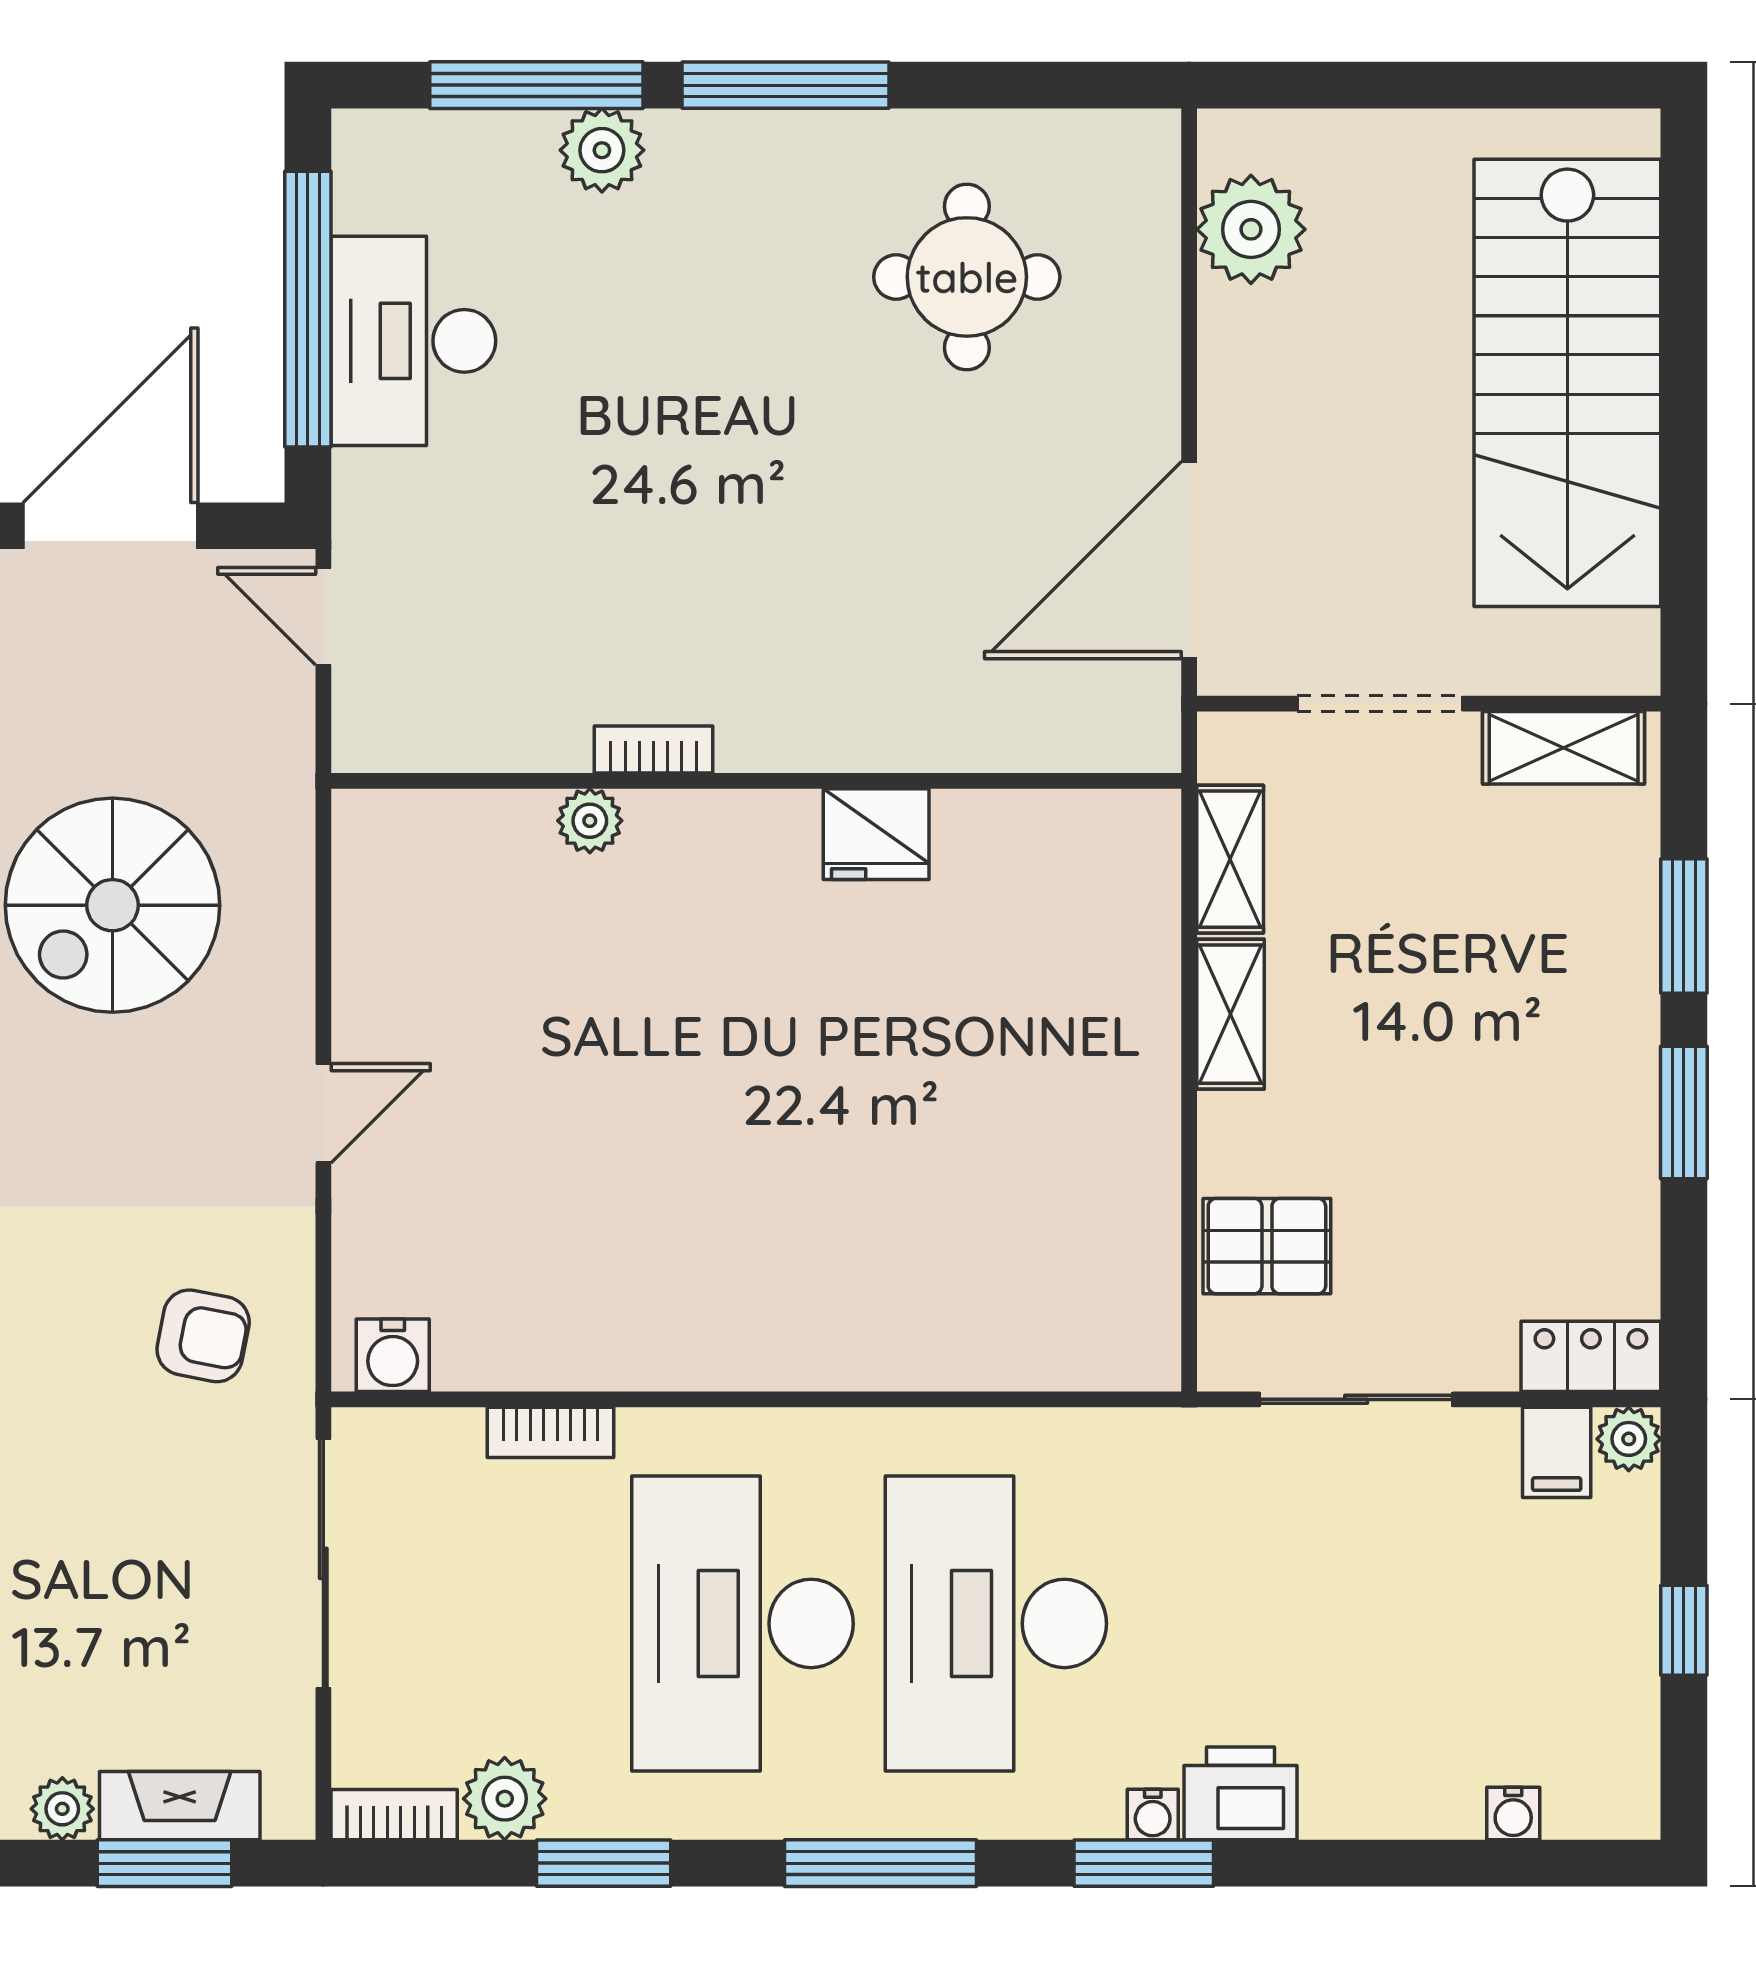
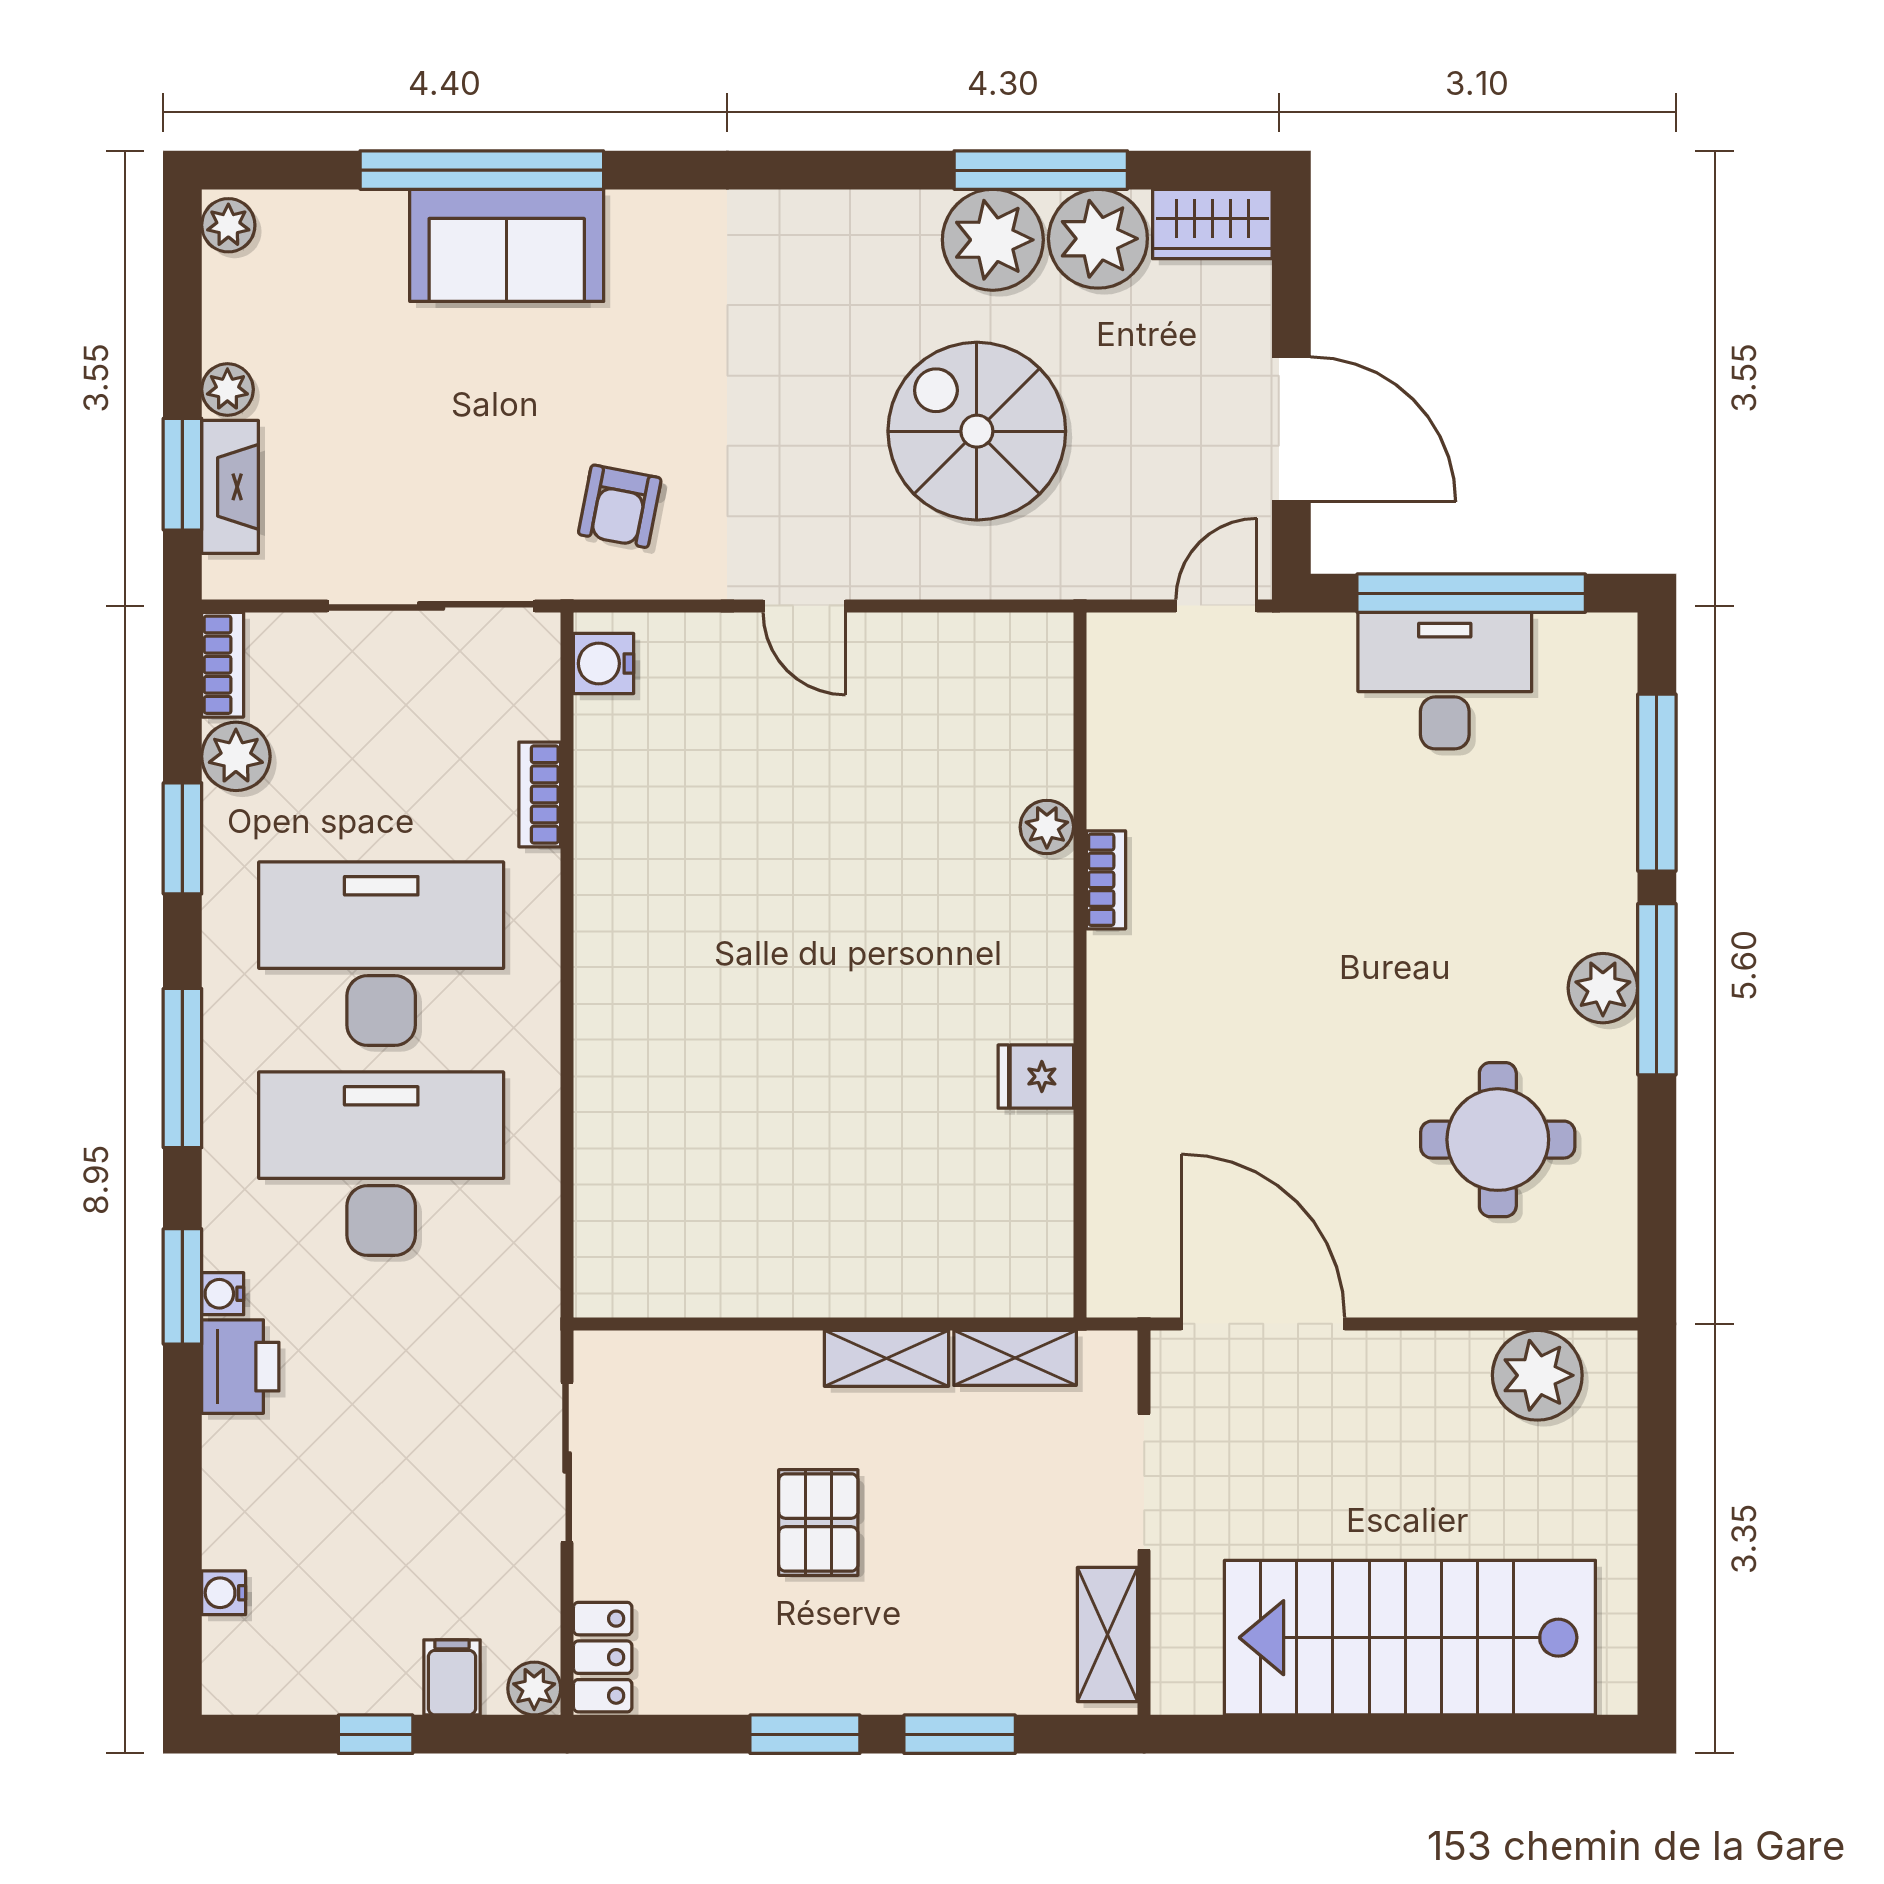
plant: (602, 150) -> (1603, 988), moved
fridge: (876, 834) -> (1036, 1077), width x0.72
pallet: (1267, 1246) -> (818, 1522), moved
filing cabinet: (1557, 1452) -> (452, 1677), moved, turned 90

